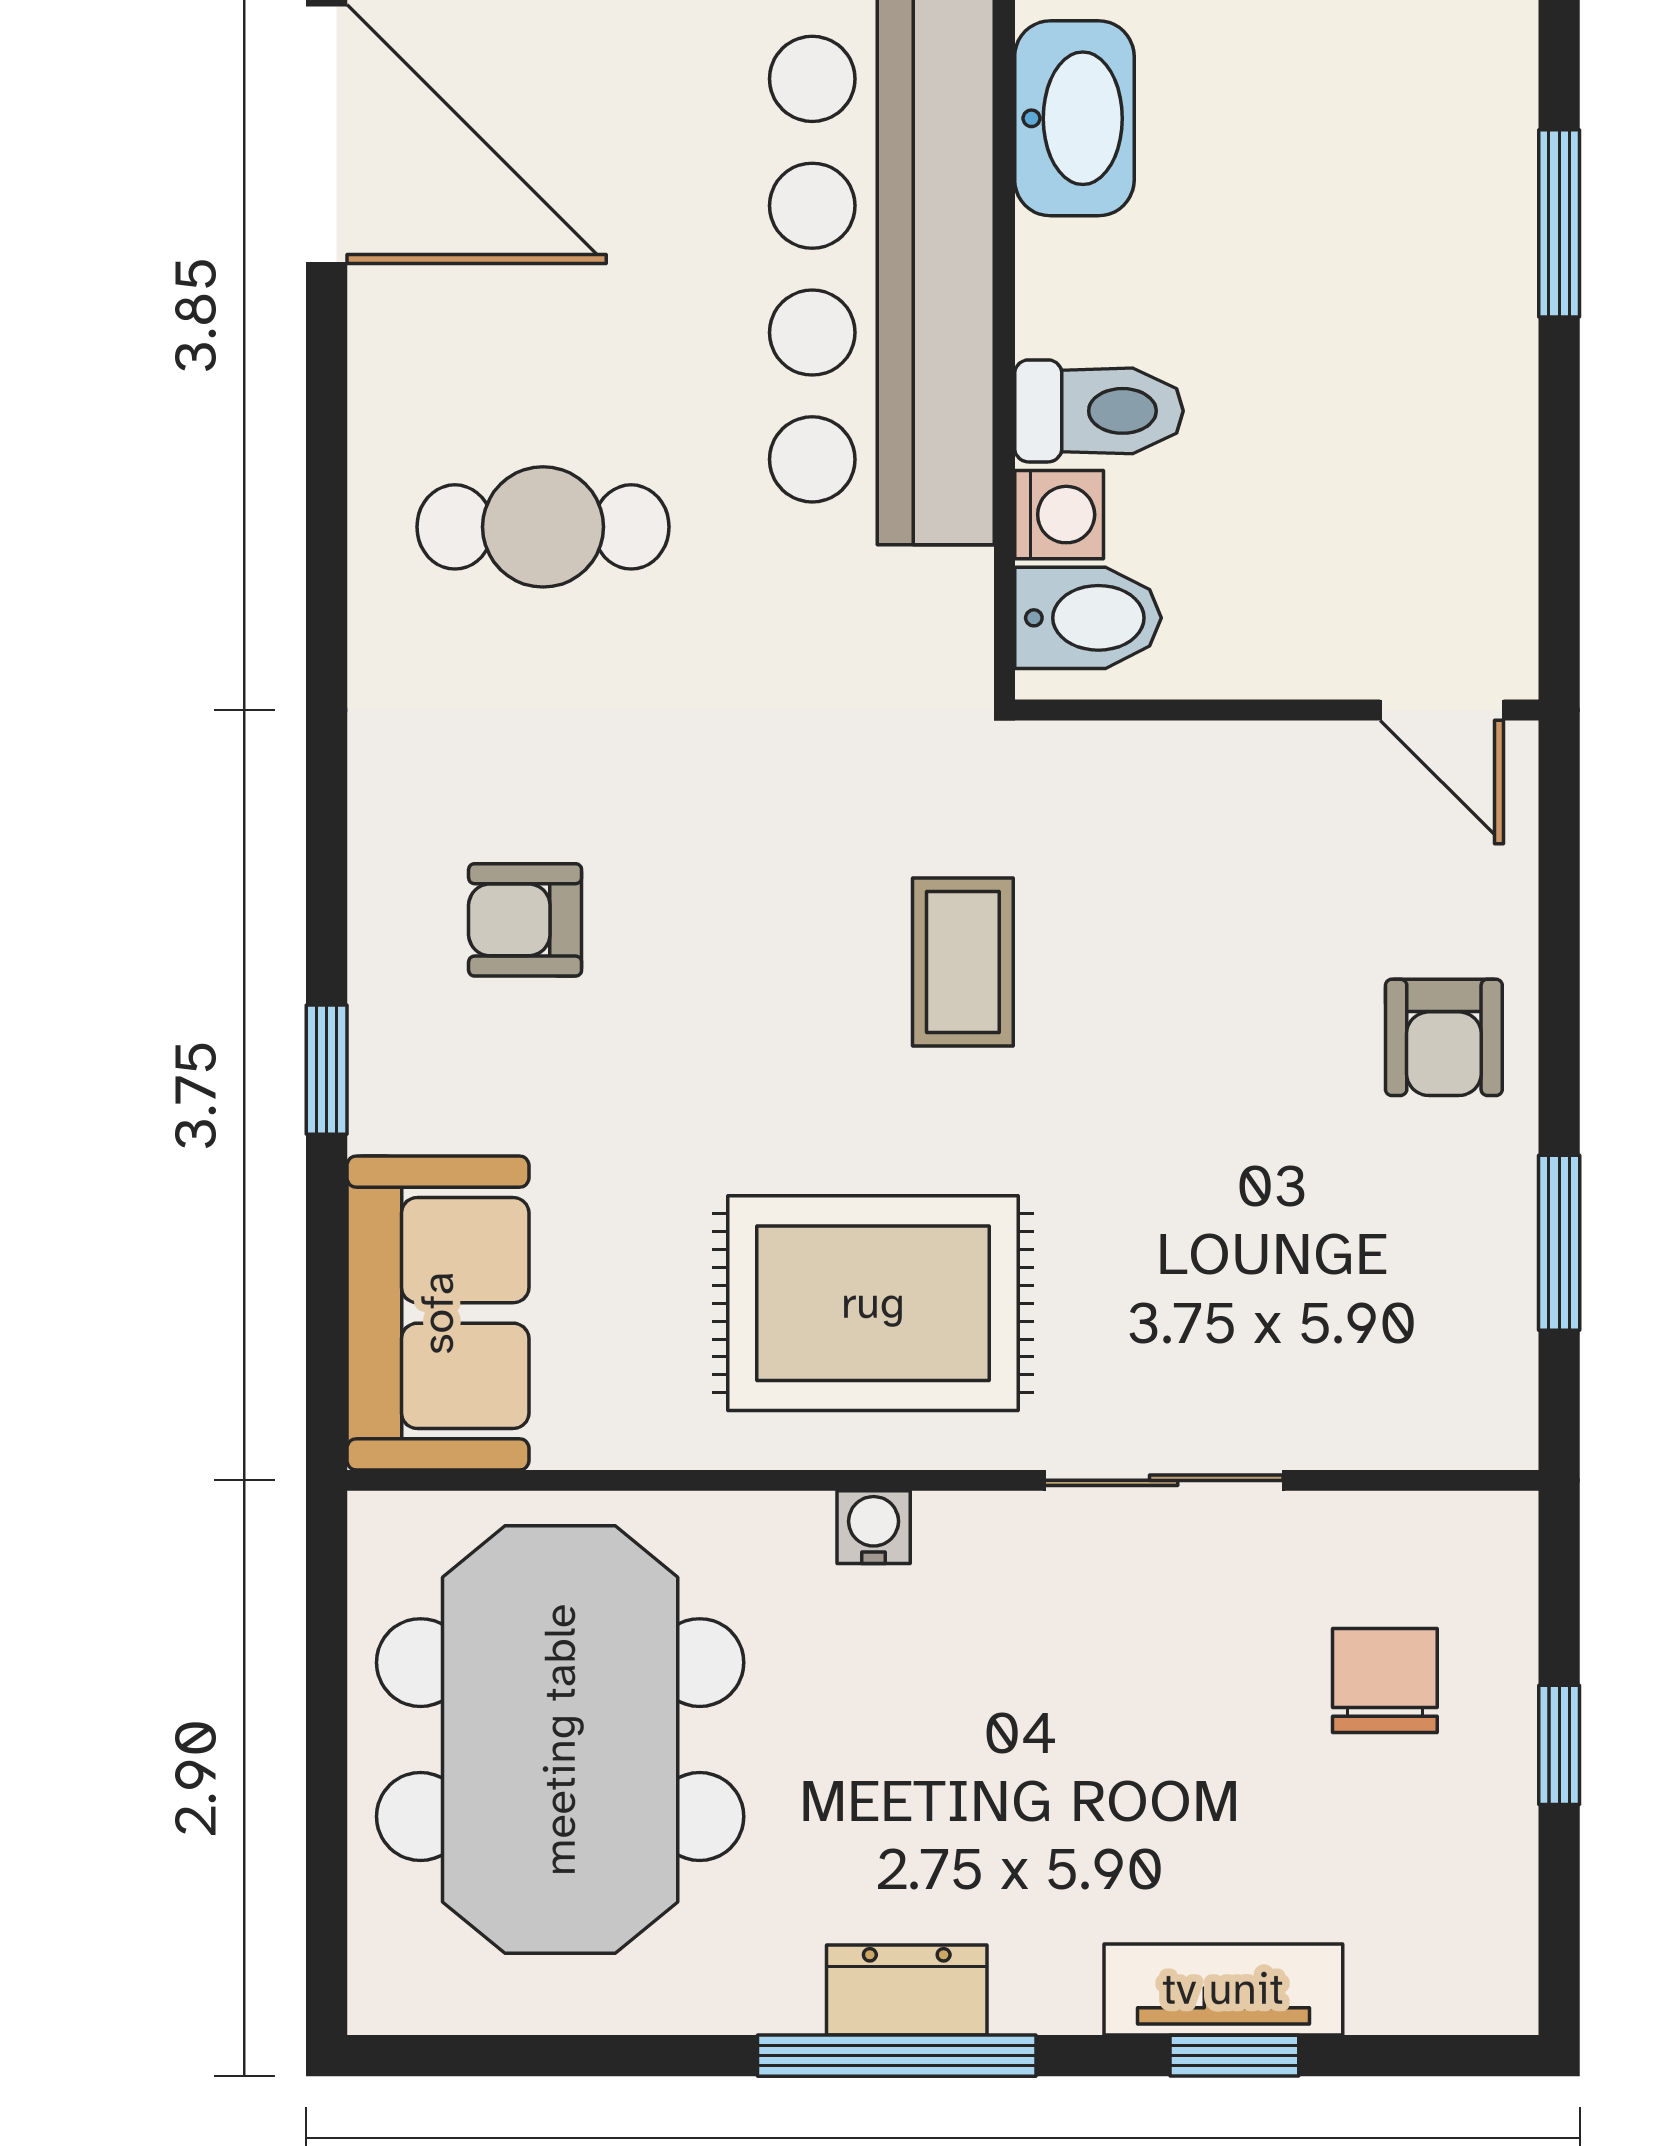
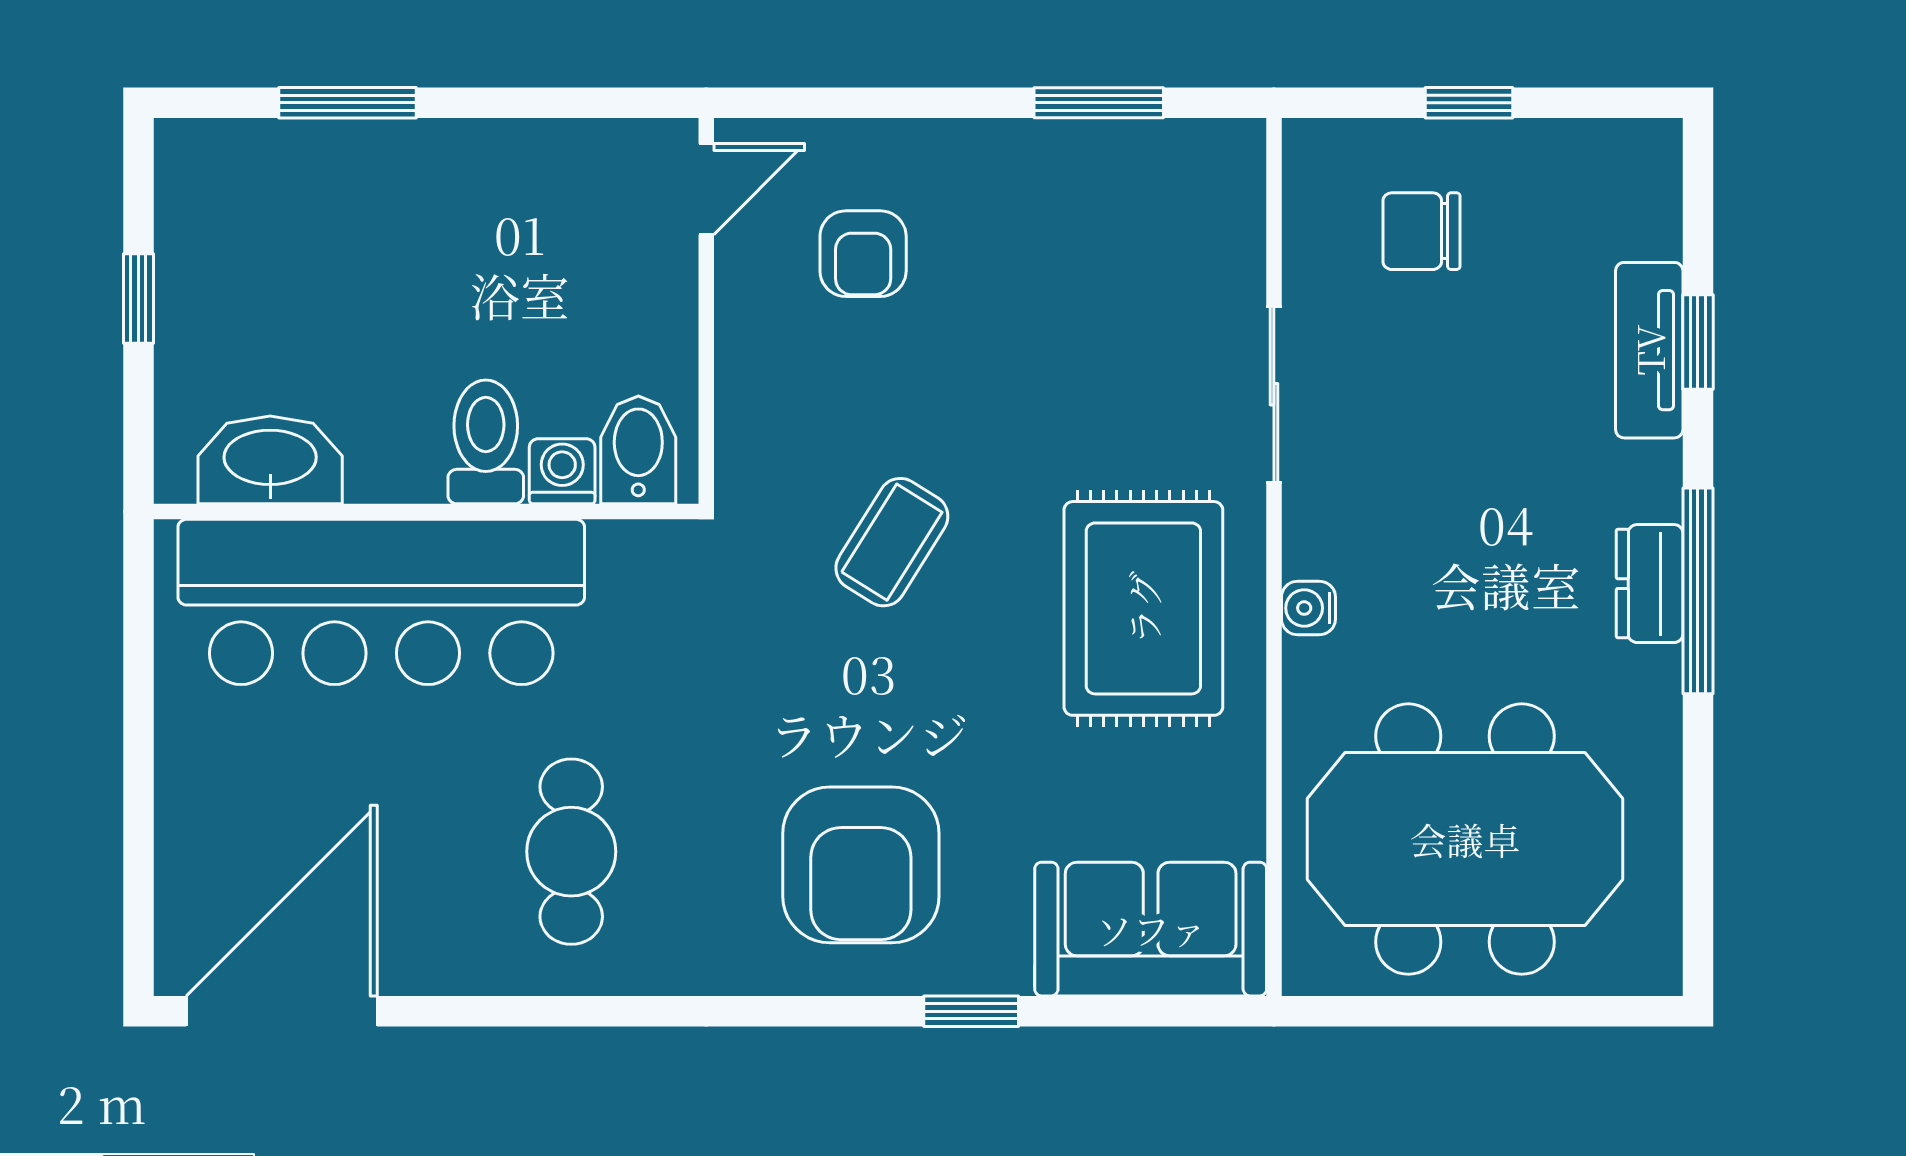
armchair: (525, 920) -> (861, 865), width x1.88, depth x1.88
coffee table: (963, 962) -> (892, 542), turned -58
armchair: (1444, 1037) -> (863, 254), moved, turned 90

